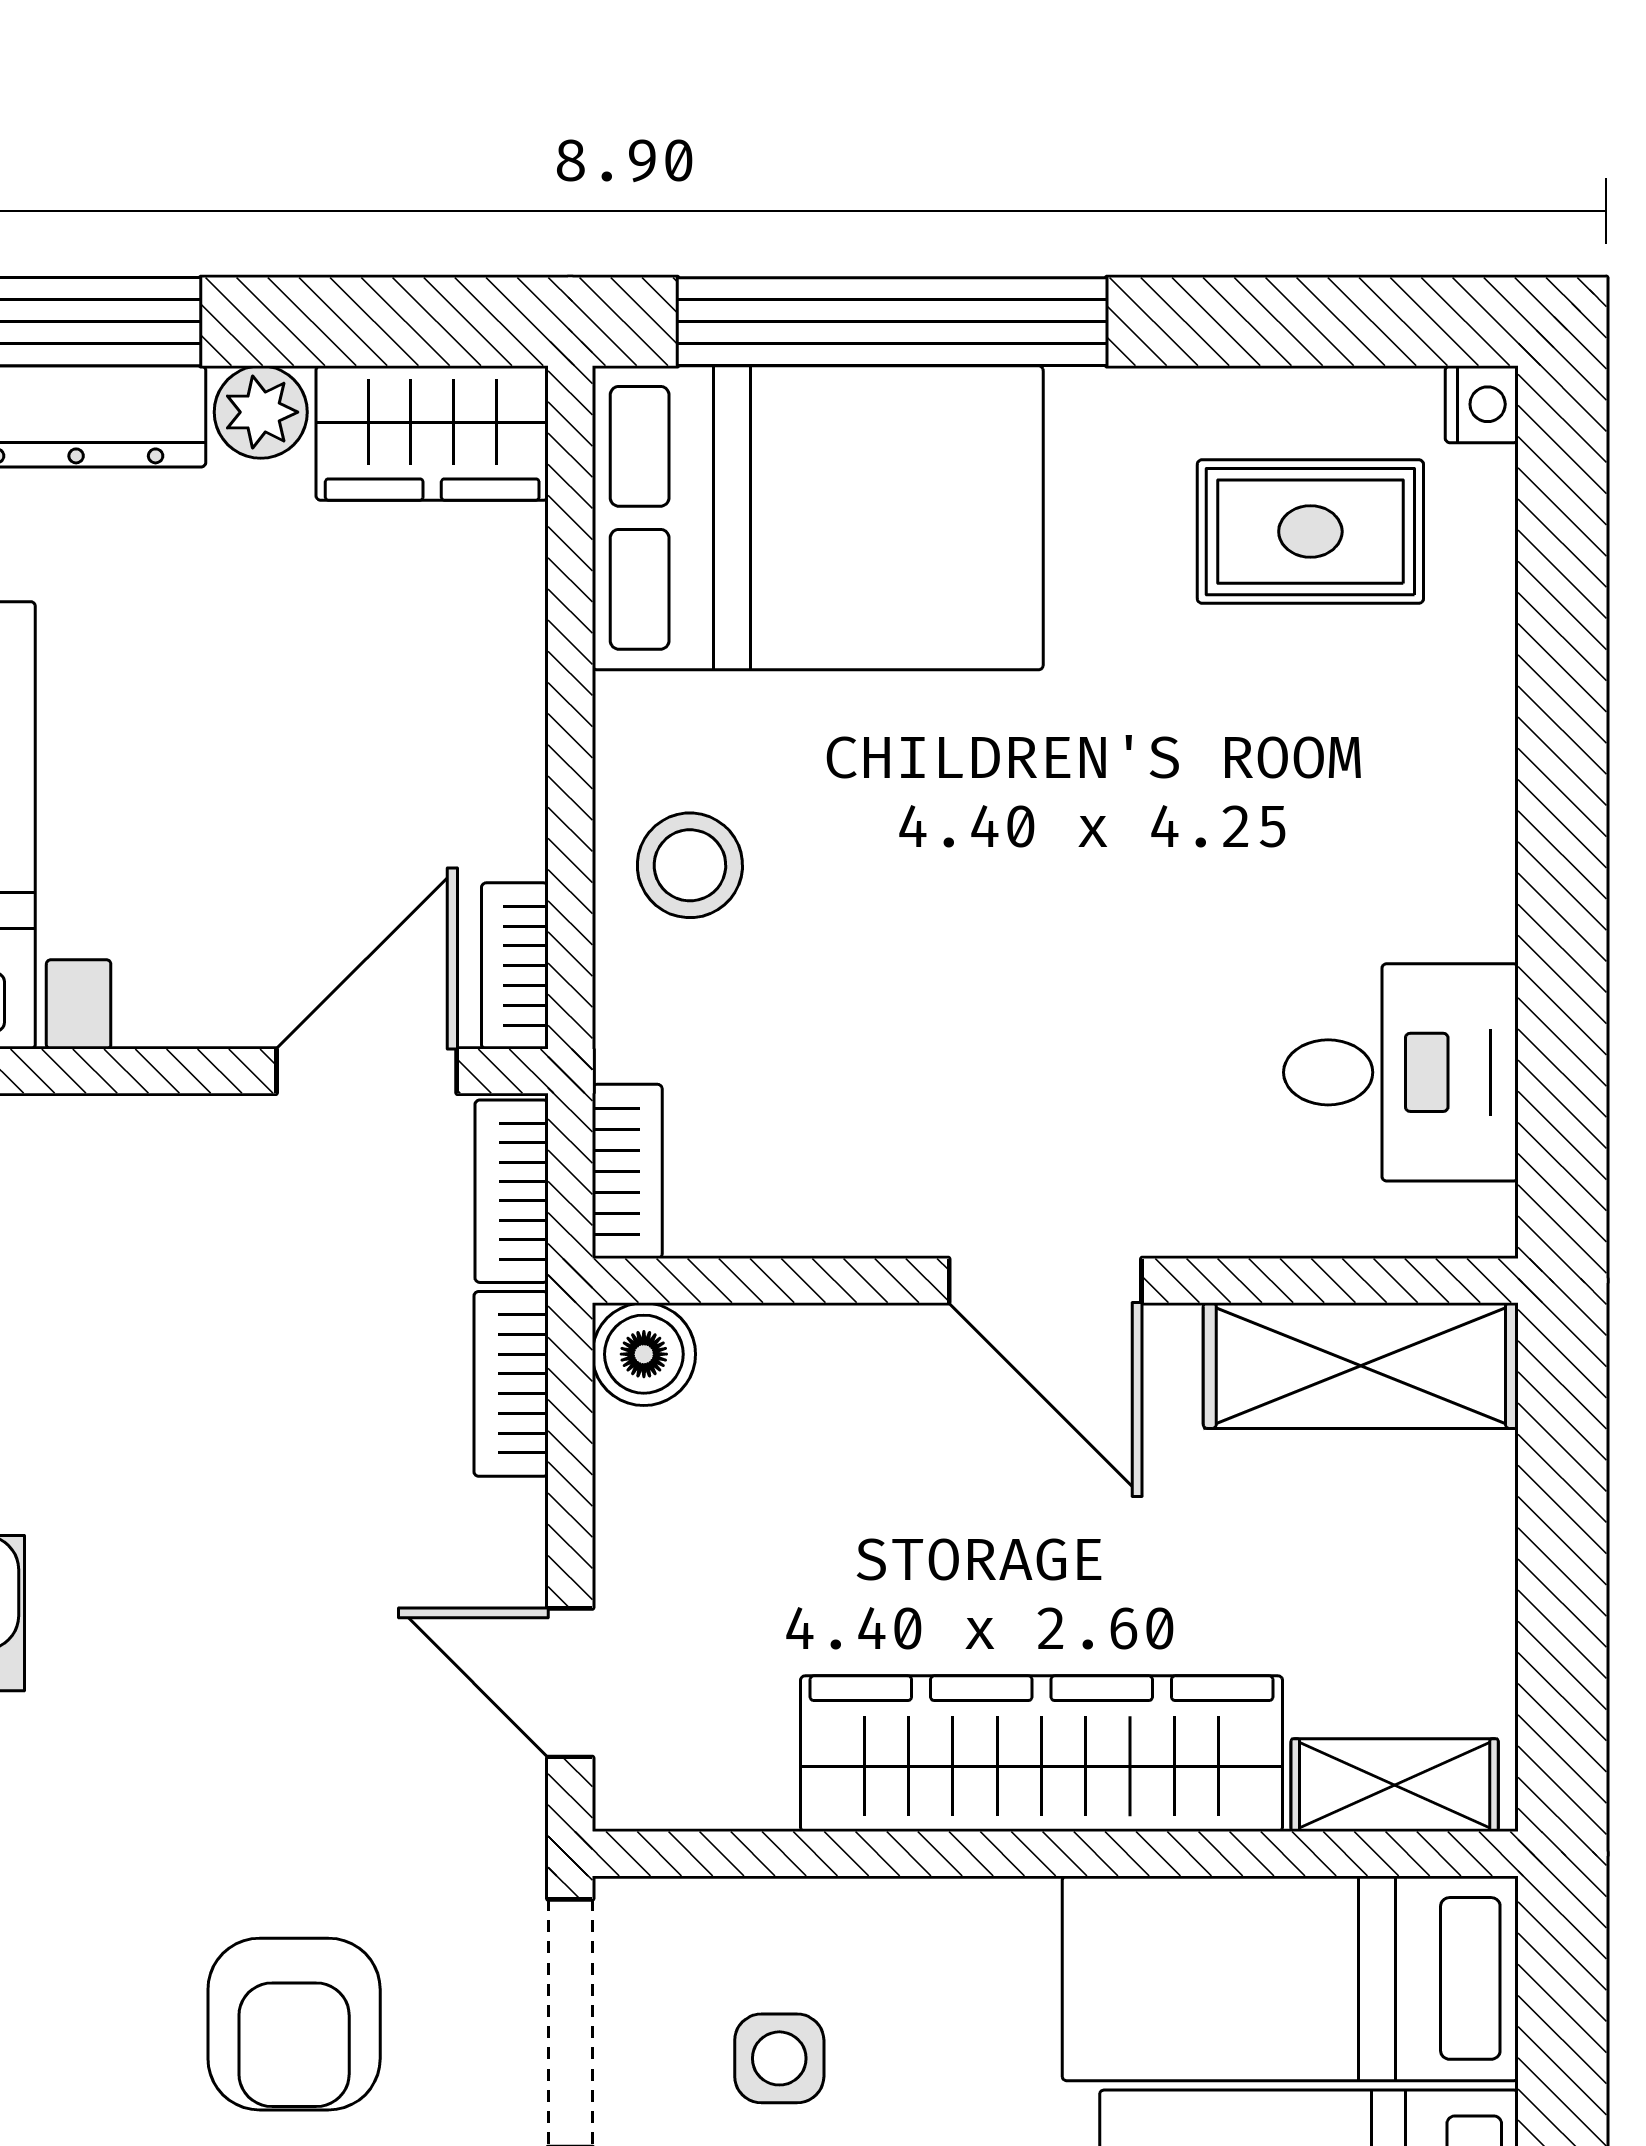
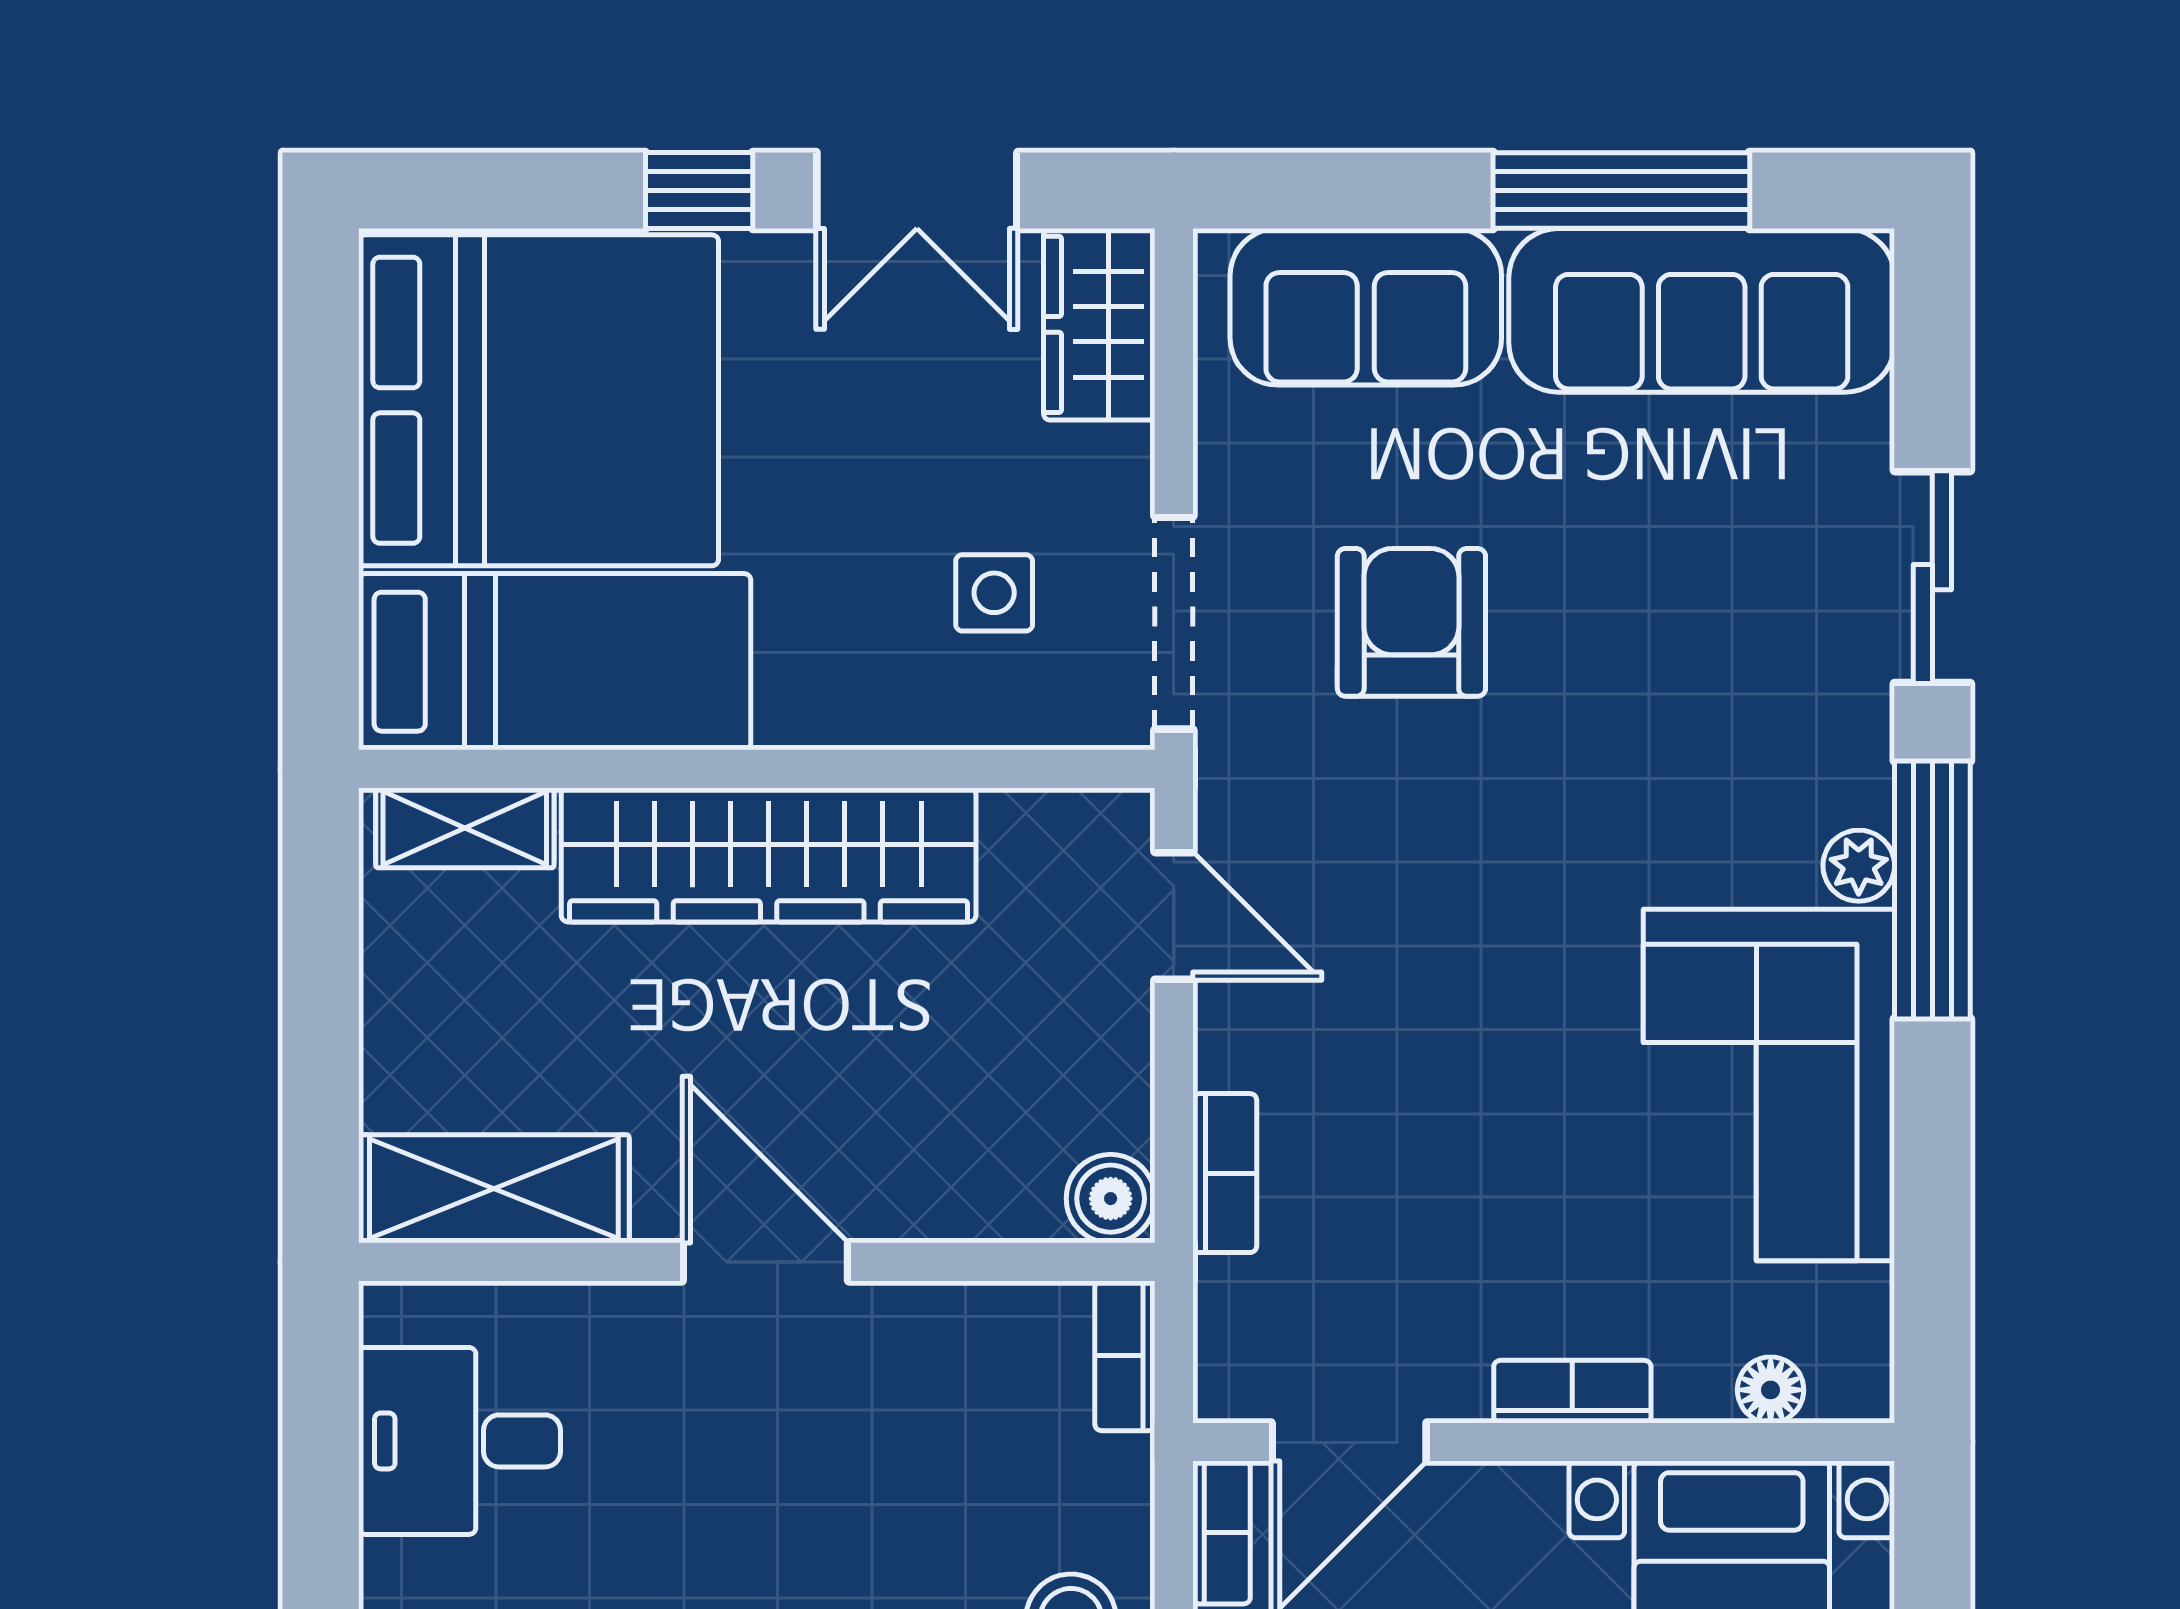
bookcase: (512, 1191) -> (1572, 1392), moved, turned -90

